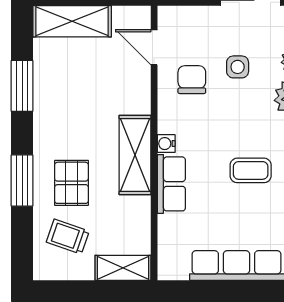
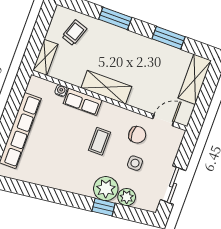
water cooler: (166, 144) -> (61, 91), moved
coffee table: (251, 170) -> (99, 141), moved
pallet: (71, 183) -> (104, 46), removed

